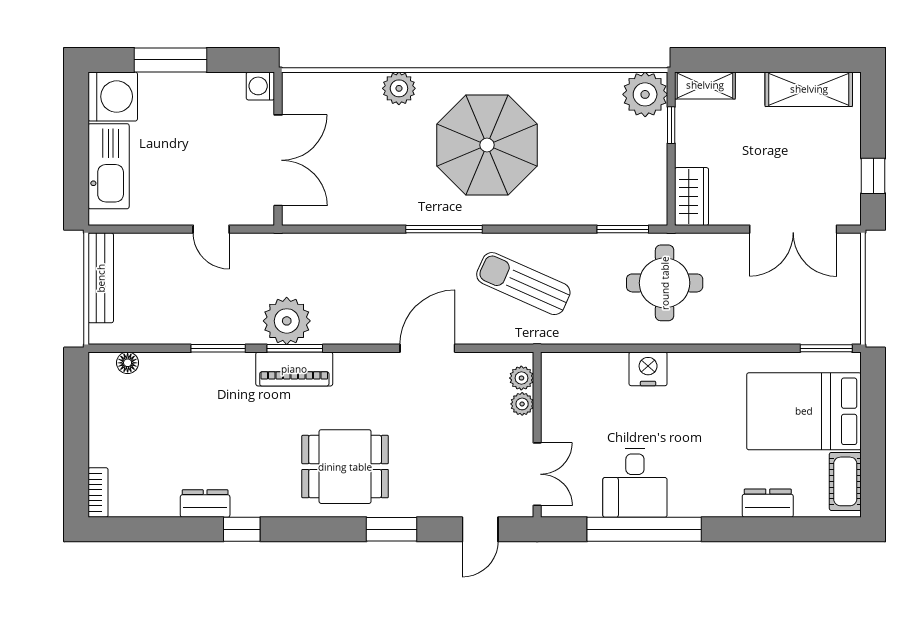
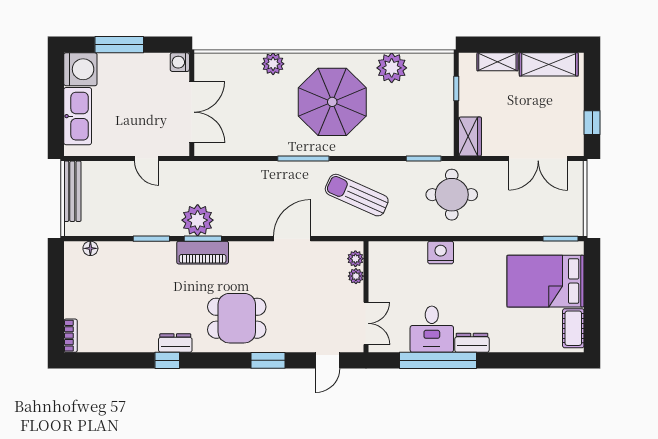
shelving: (705, 85) -> (497, 62), moved
plant: (645, 94) -> (392, 68), moved
dresser: (768, 503) -> (472, 343), moved
dresser: (205, 504) -> (175, 343), moved

